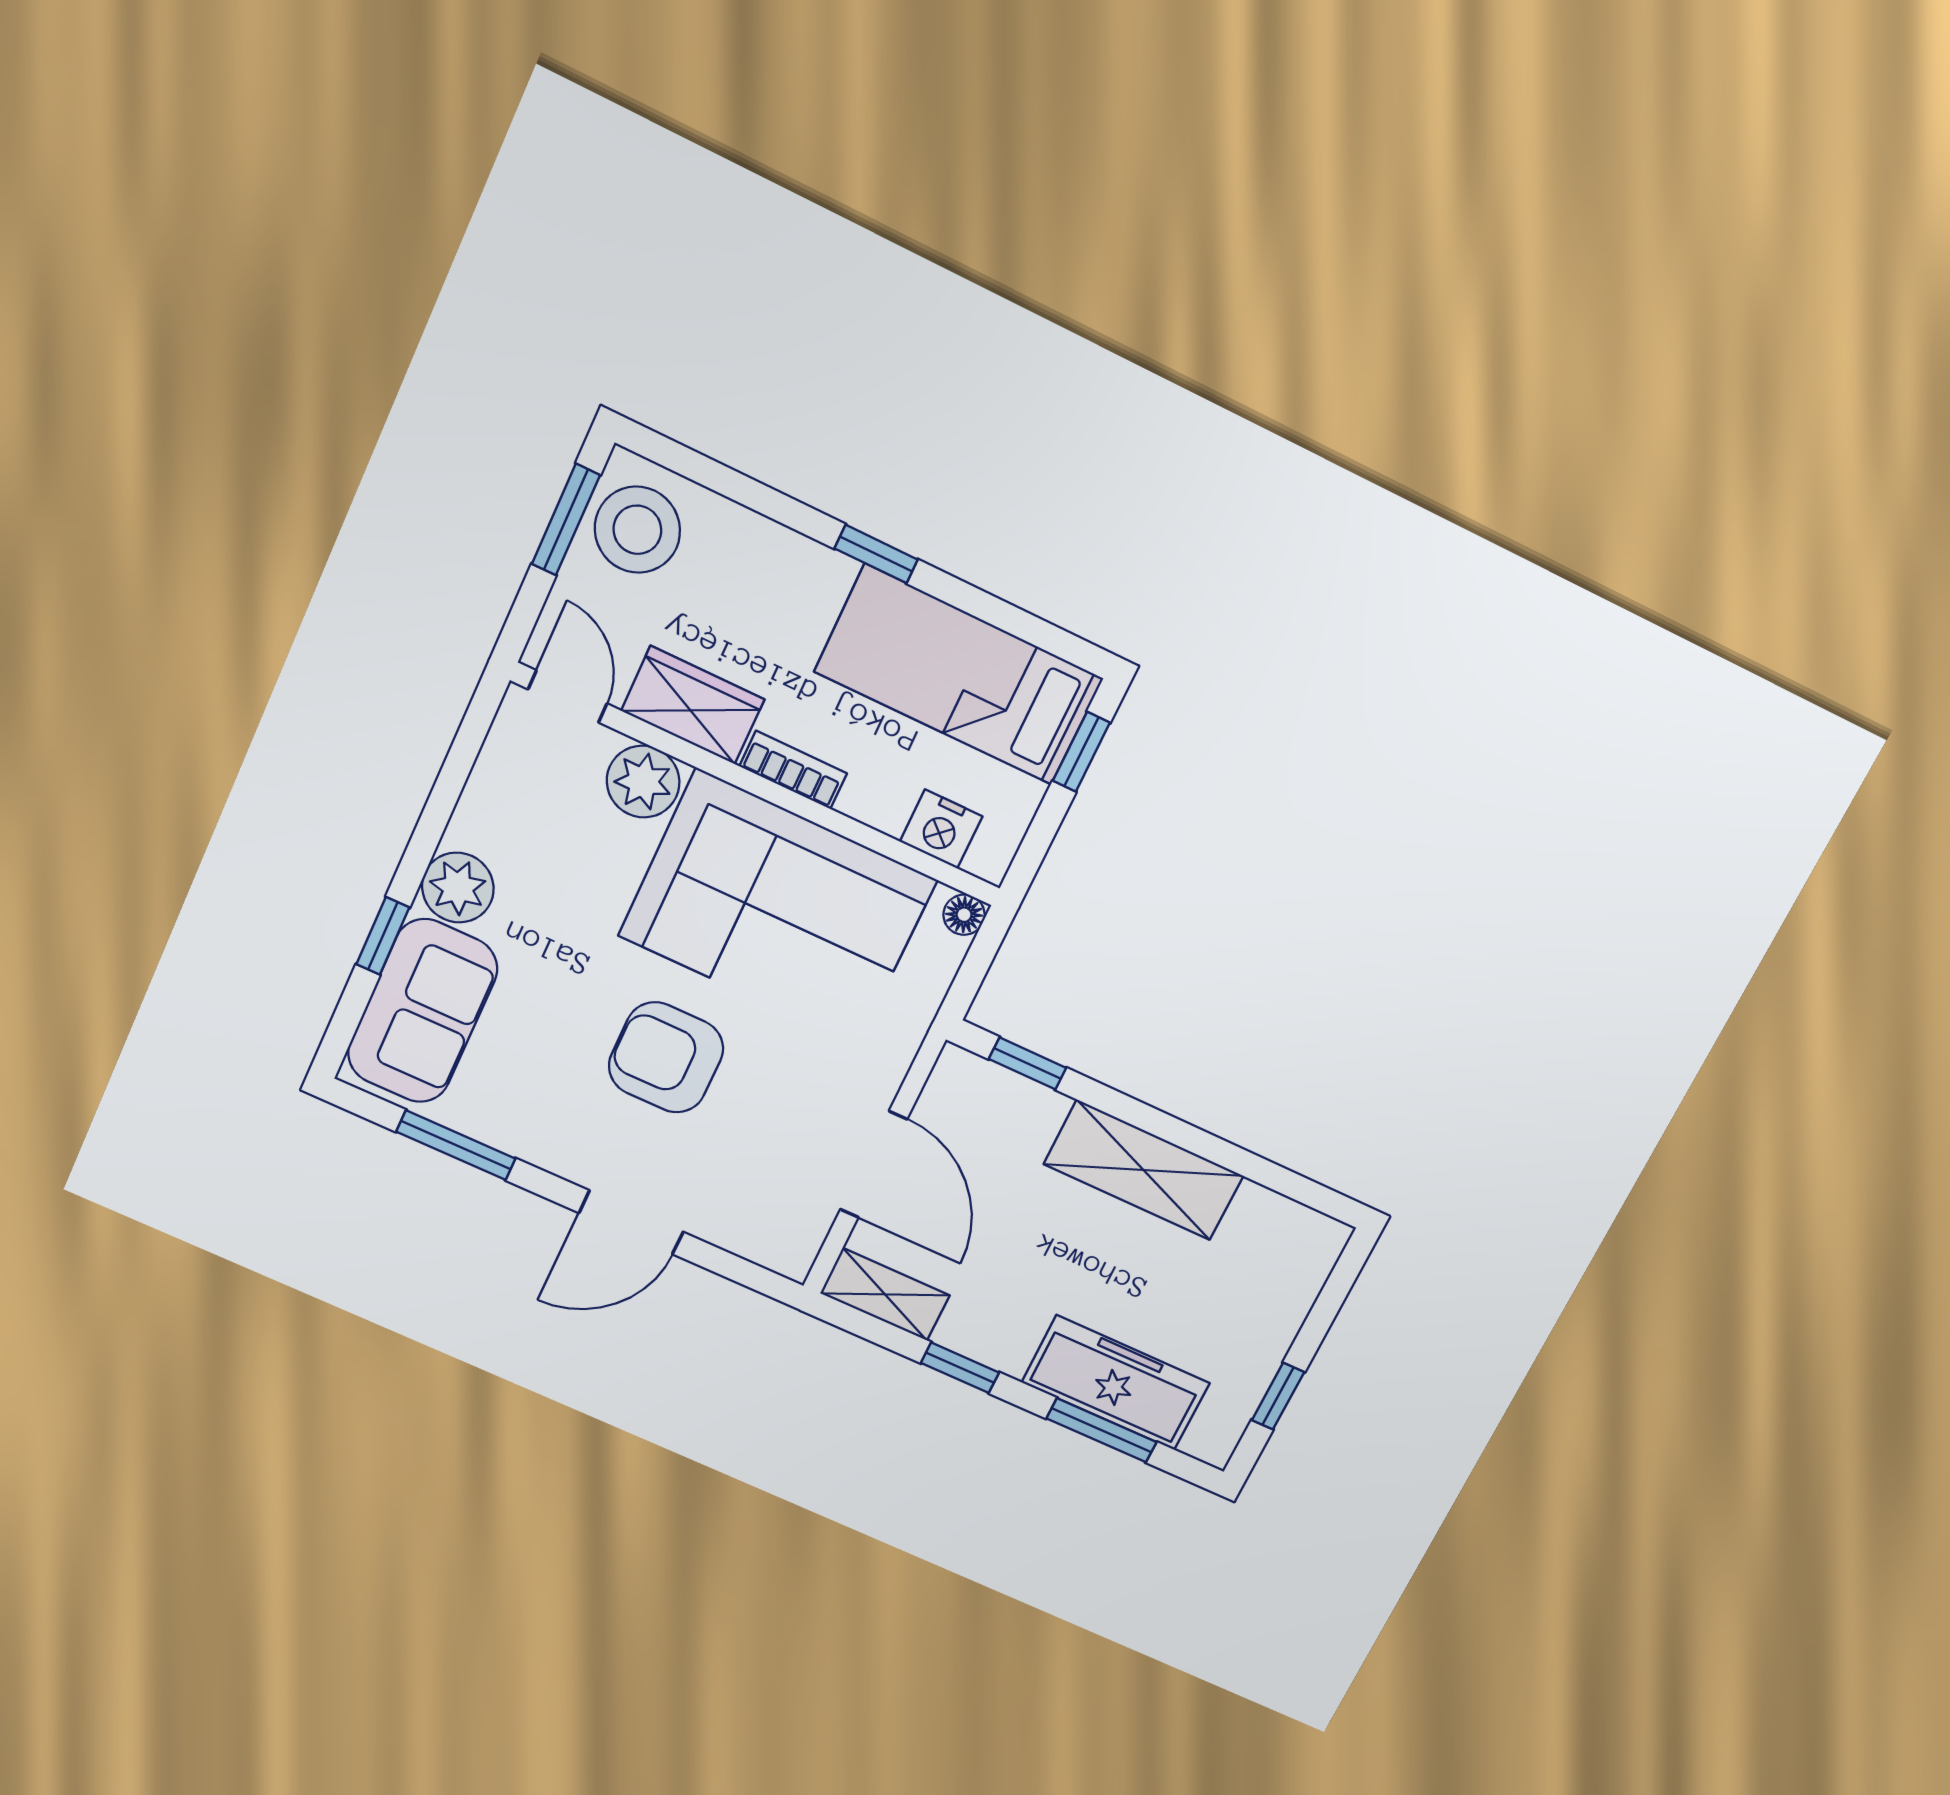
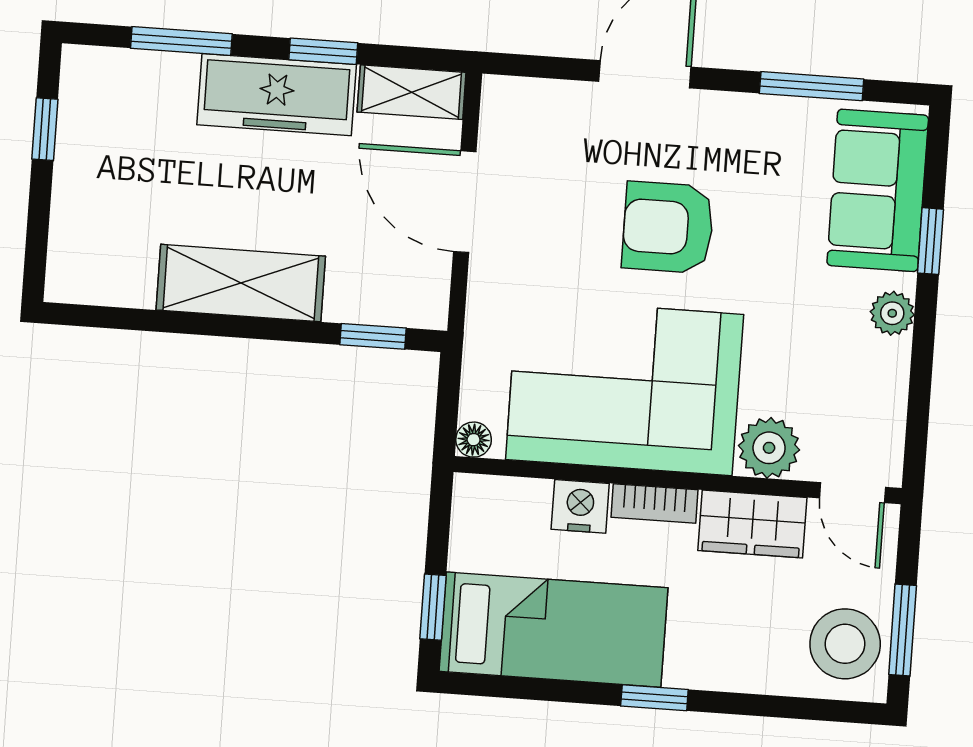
nightstand: (941, 829) -> (580, 506), moved
plant: (458, 888) -> (892, 313), width x0.73, depth x0.73
armchair: (666, 1057) -> (668, 227), turned 180
freezer: (1116, 1383) -> (277, 95), moved

